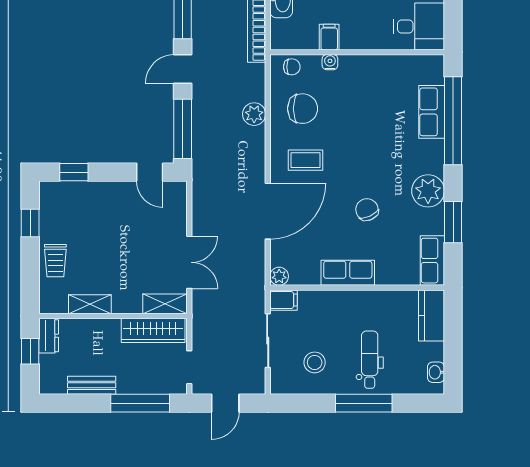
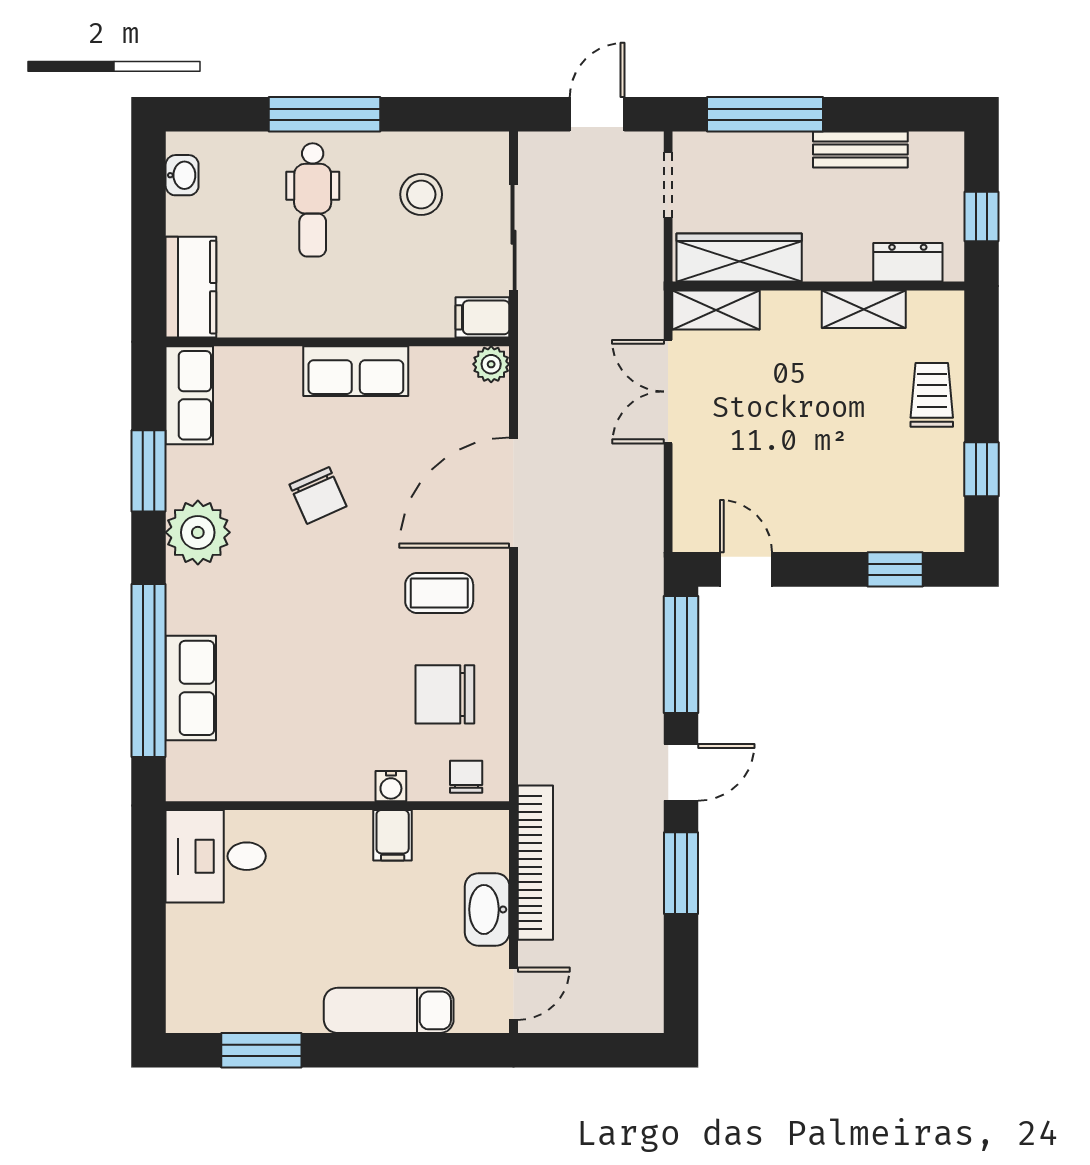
chair: (292, 67) -> (466, 777), turned 90
plant: (254, 114) -> (540, 684), removed
dresser: (49, 336) -> (908, 262), moved, turned 90

